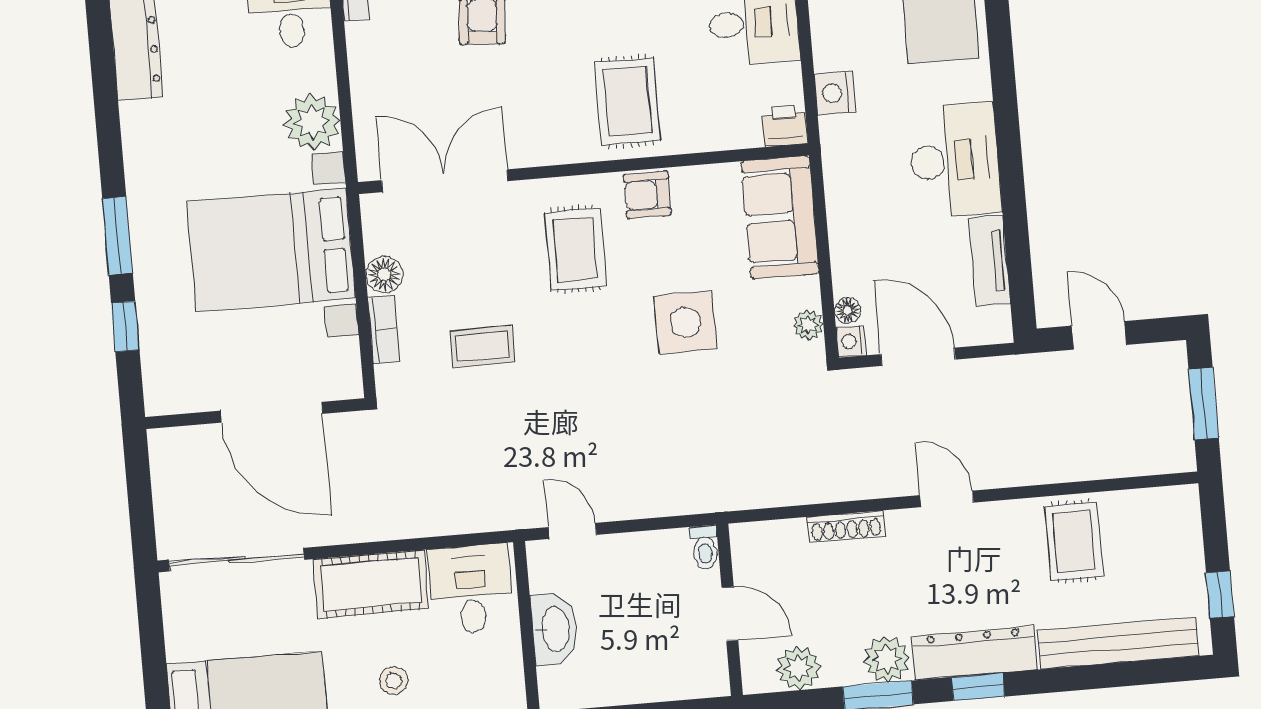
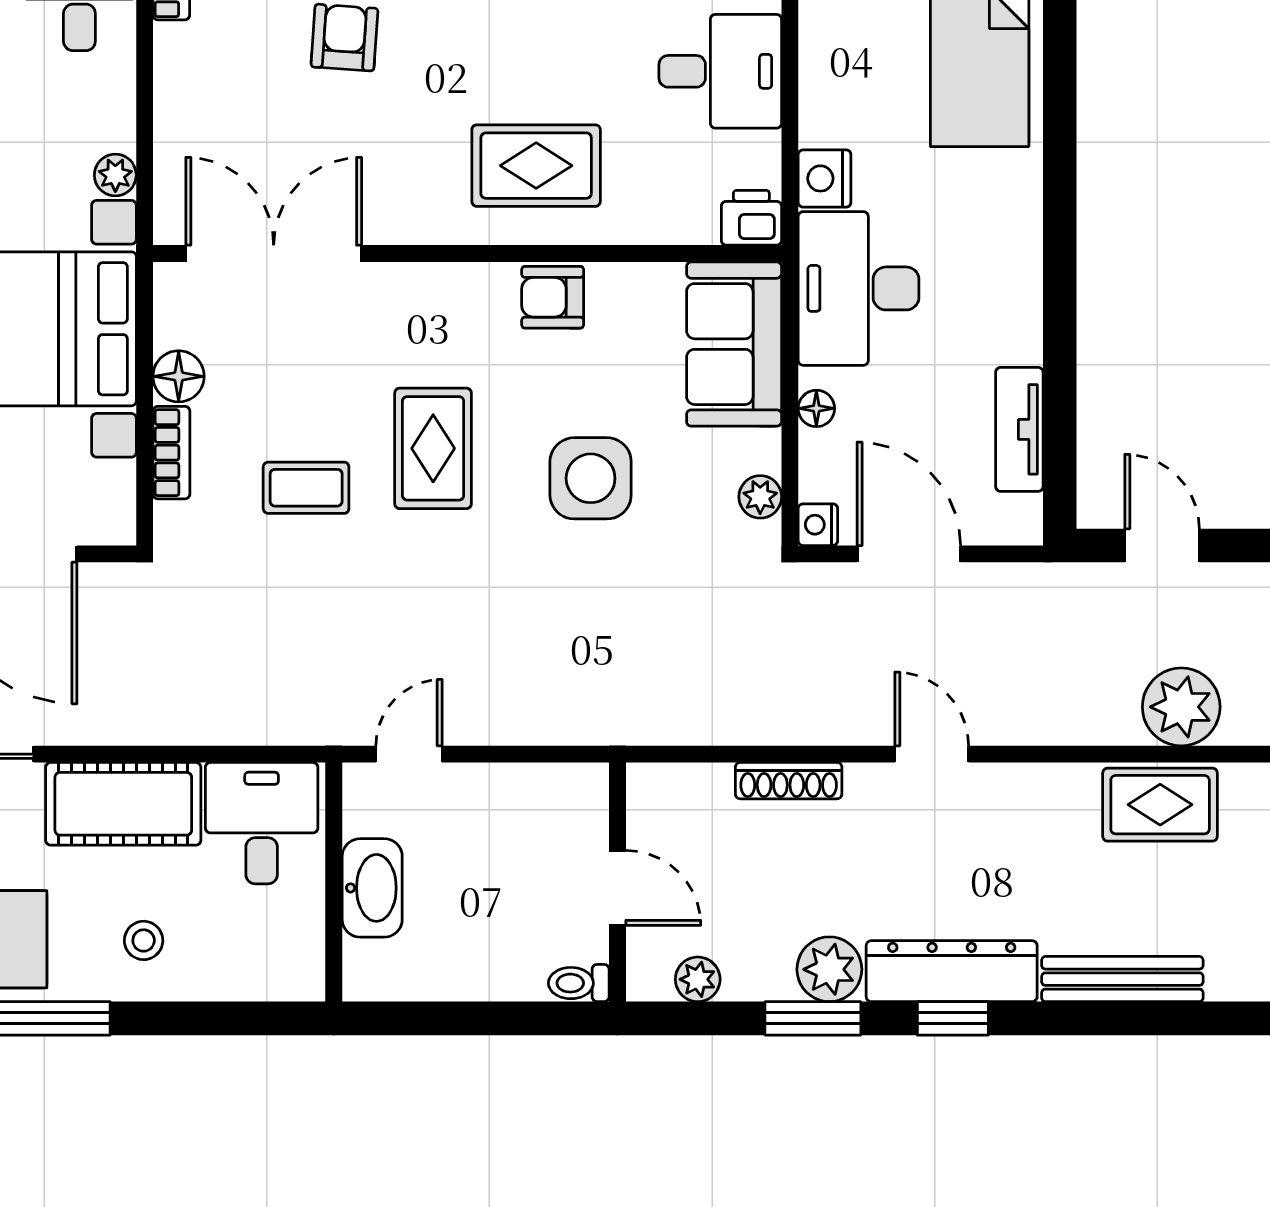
rug: (627, 102) -> (536, 166), turned 90
plant: (312, 122) -> (115, 175), width x0.53, depth x0.53
desk: (955, 160) -> (859, 288), moved, turned 180
rug: (575, 249) -> (433, 448), moved
floor lamp: (847, 310) -> (816, 408), moved
plant: (1123, 450) -> (1181, 707), added
door: (572, 531) -> (409, 754), hinge flipped
rug: (1074, 541) -> (1160, 805), moved, turned 90
toilet: (705, 547) -> (579, 983), moved, turned 90
bench: (1118, 643) -> (1122, 979), width x0.73, depth x0.82
plant: (799, 668) -> (698, 979), width x0.73, depth x0.73

